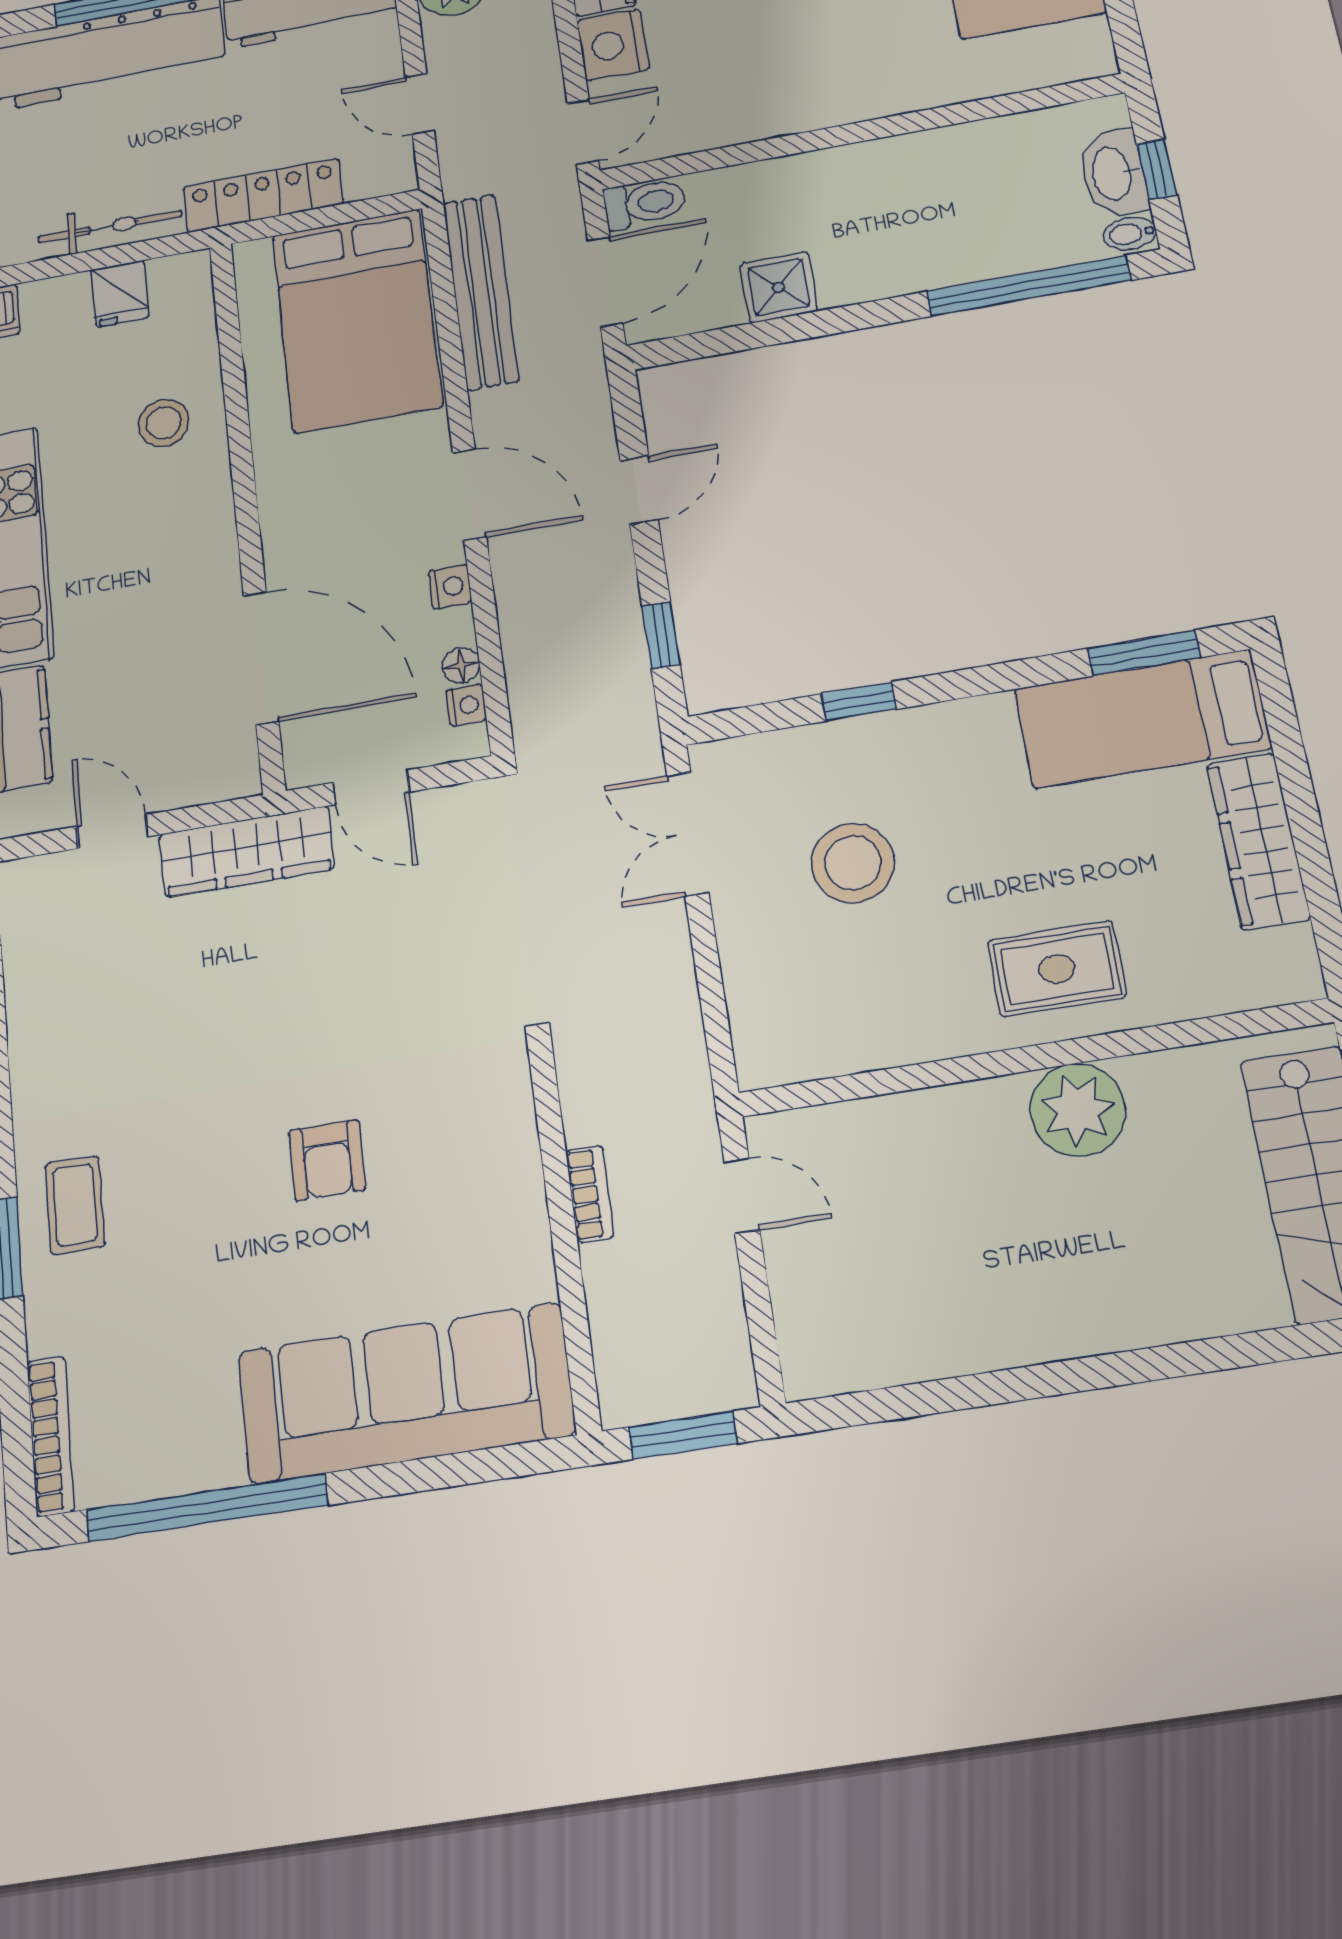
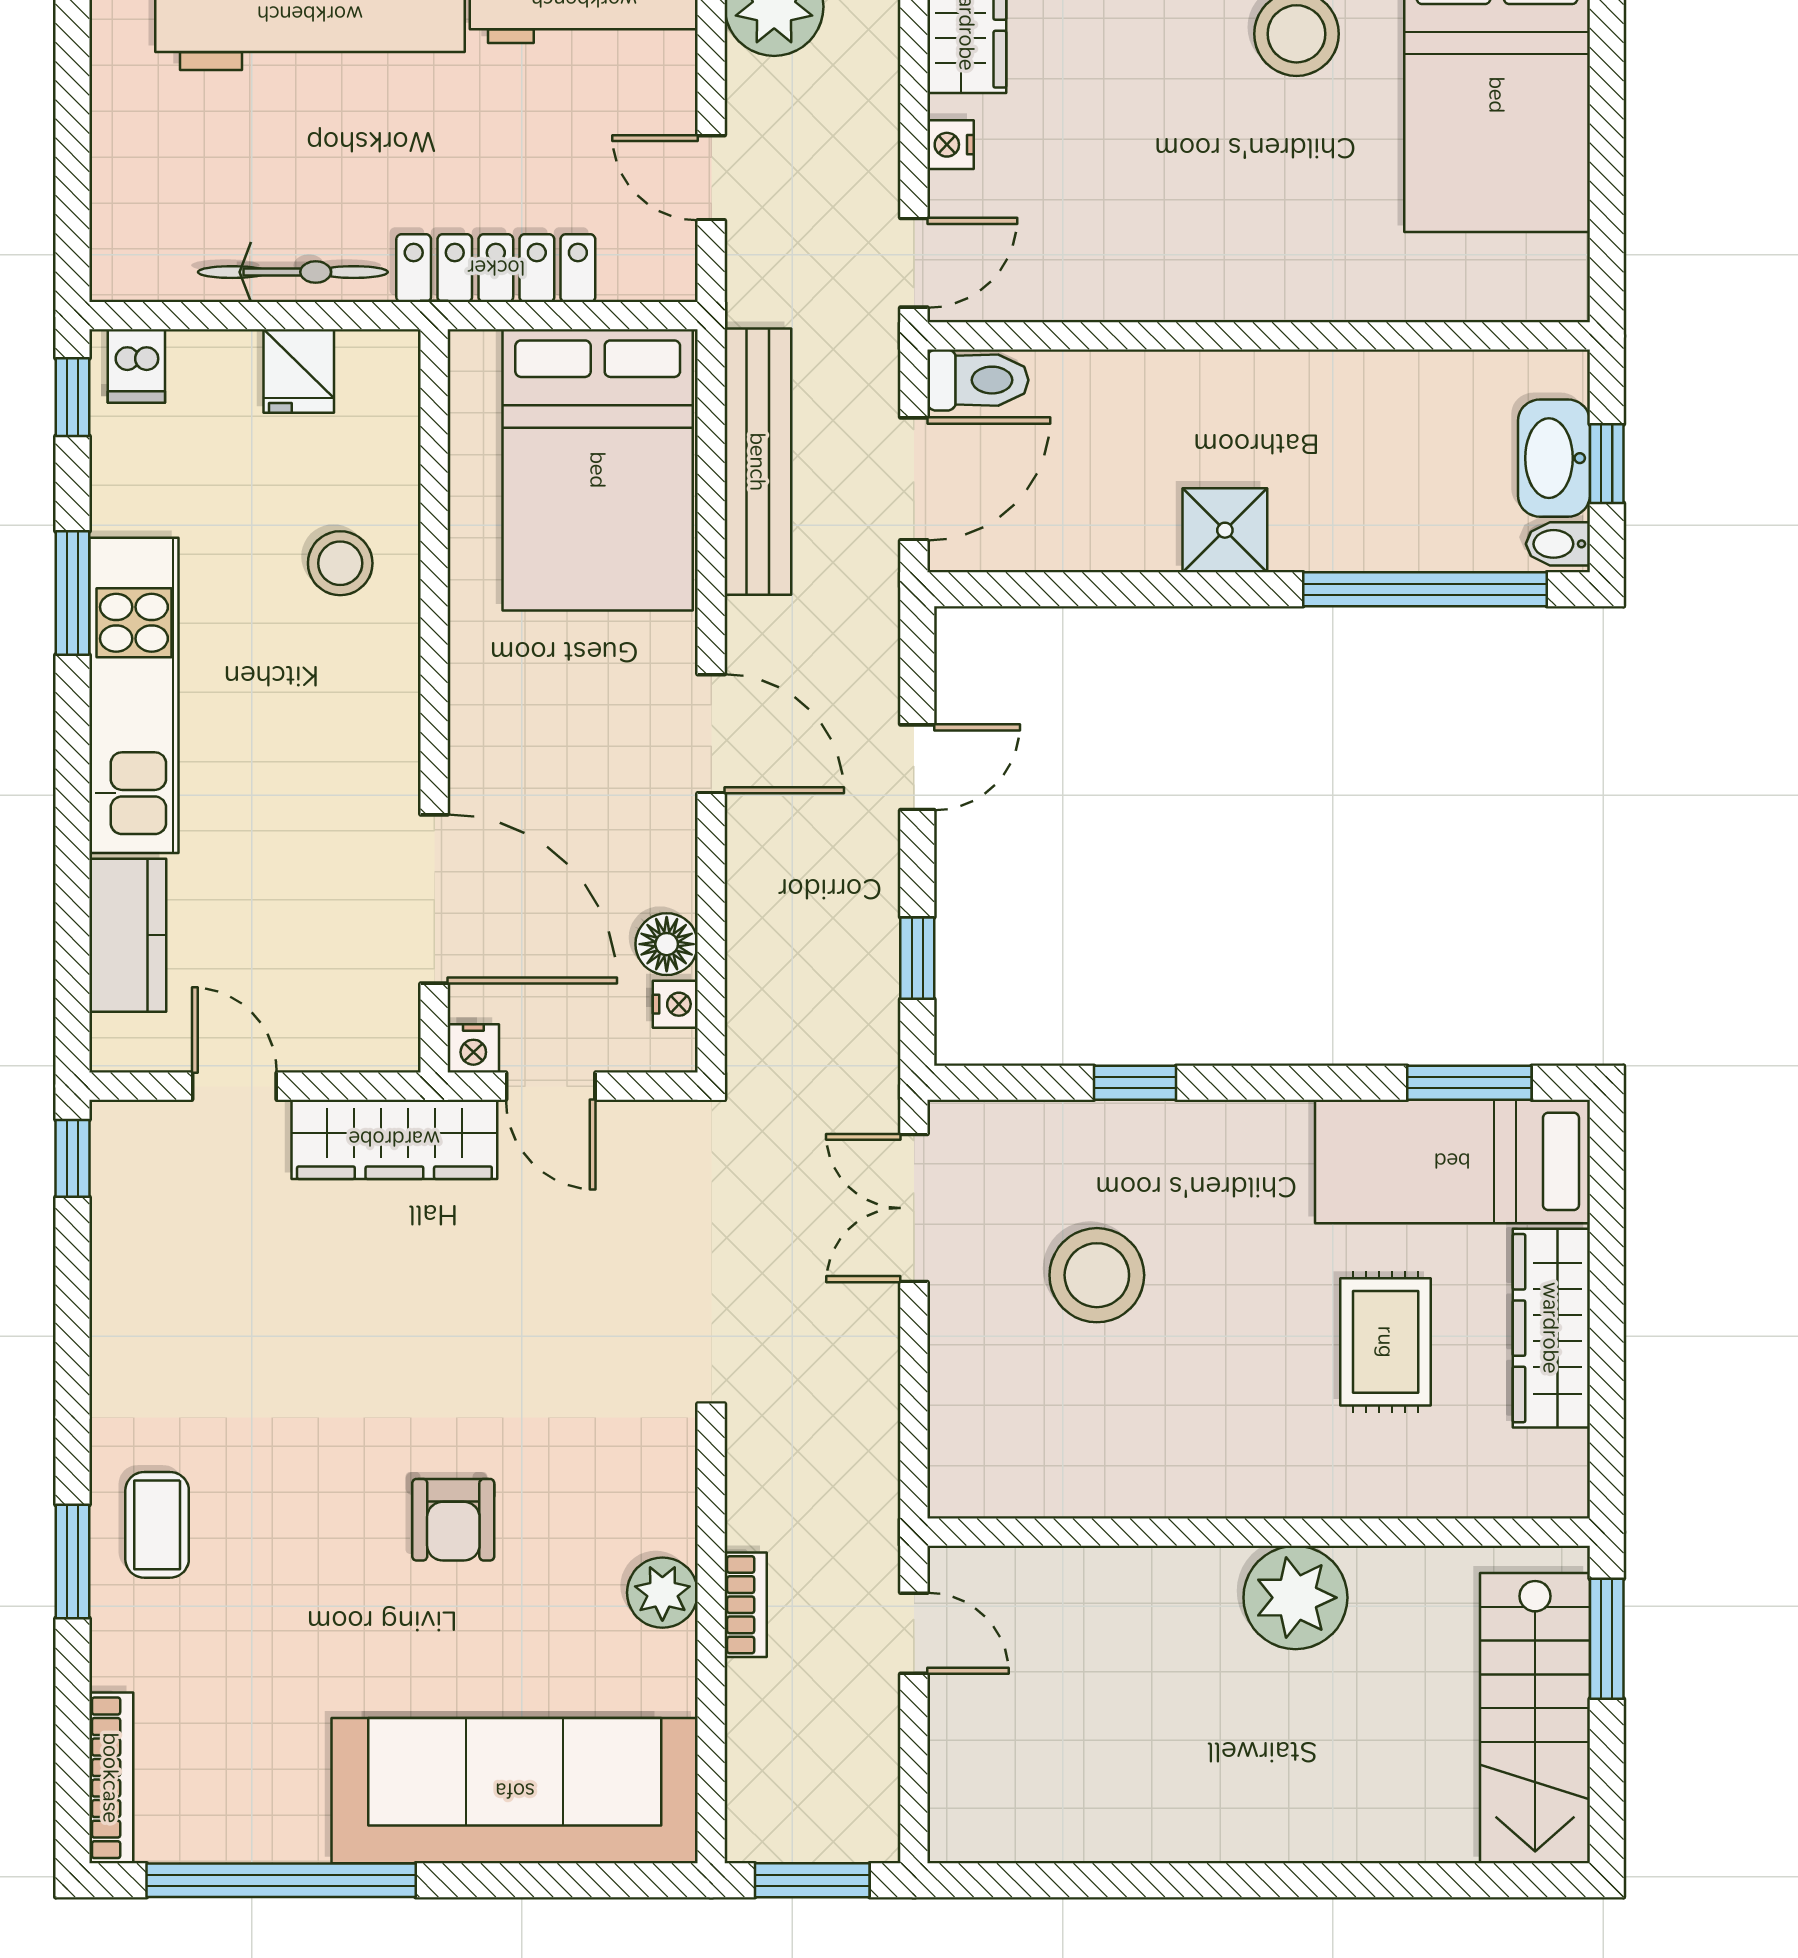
nightstand: (613, 45) -> (951, 145), width x0.53, depth x0.56
shower: (779, 287) -> (1225, 530), moved
nightstand: (450, 587) -> (473, 1048), moved, turned 90
floor lamp: (461, 665) -> (667, 944), width x1.37, depth x1.37
rug: (1057, 969) -> (1386, 1342), moved, turned 90
plant: (515, 1195) -> (662, 1593), added

